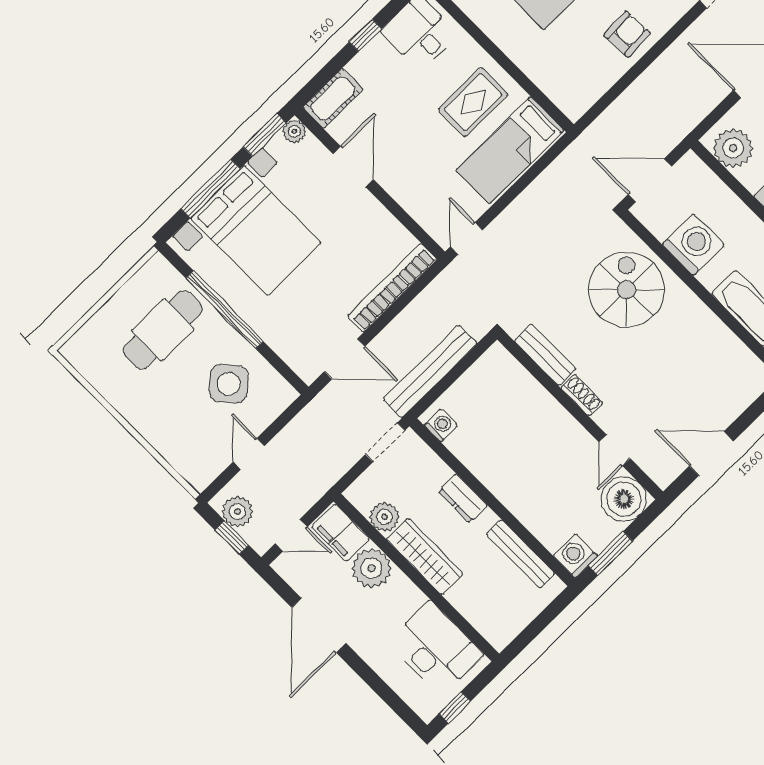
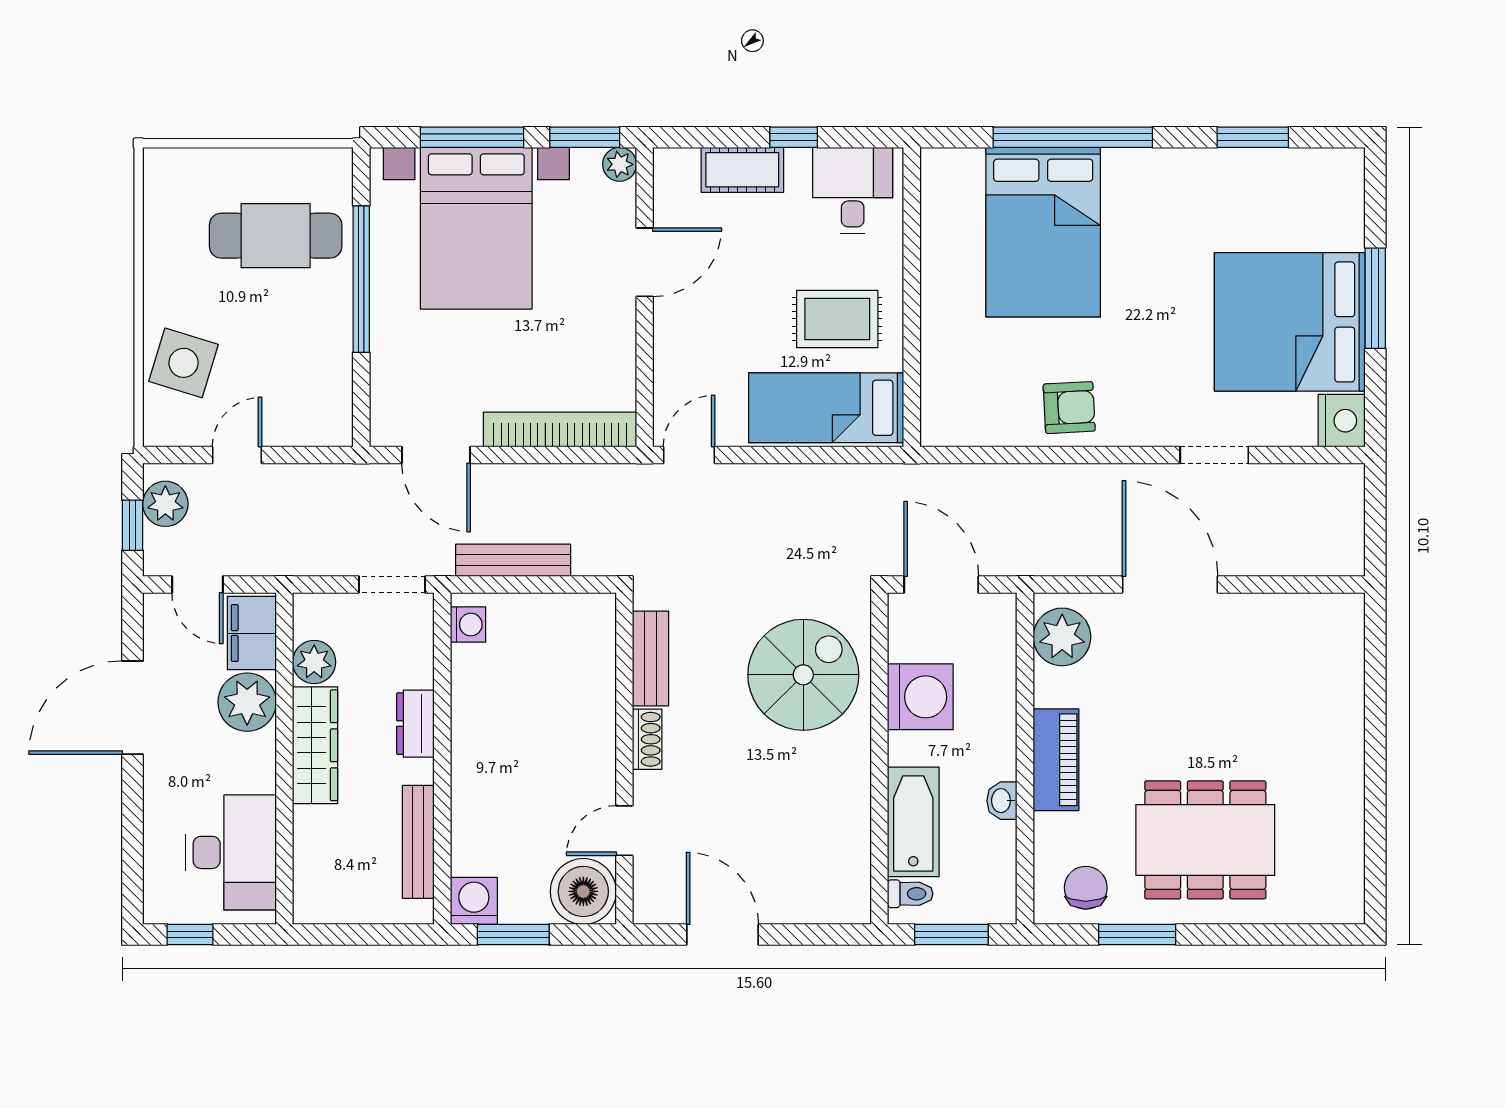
cot: (333, 98) -> (742, 170), moved
bench: (430, 371) -> (513, 560), width x0.73, depth x0.82
side table: (229, 384) -> (184, 363), moved, turned -32

